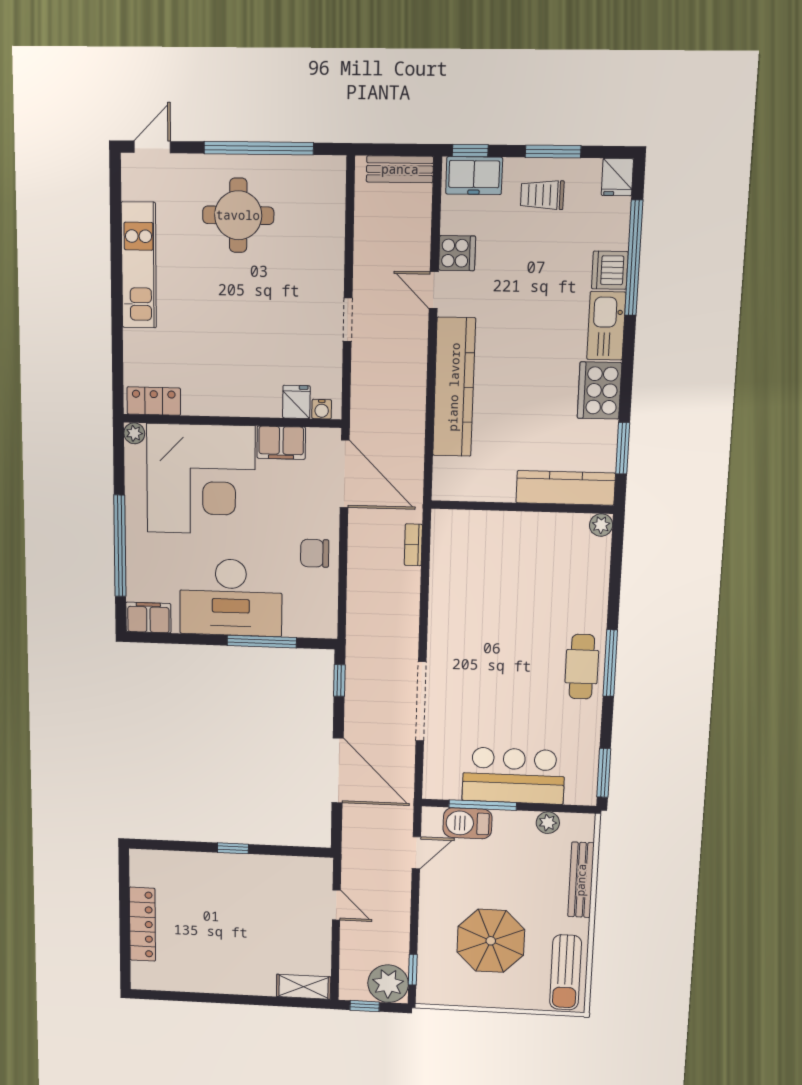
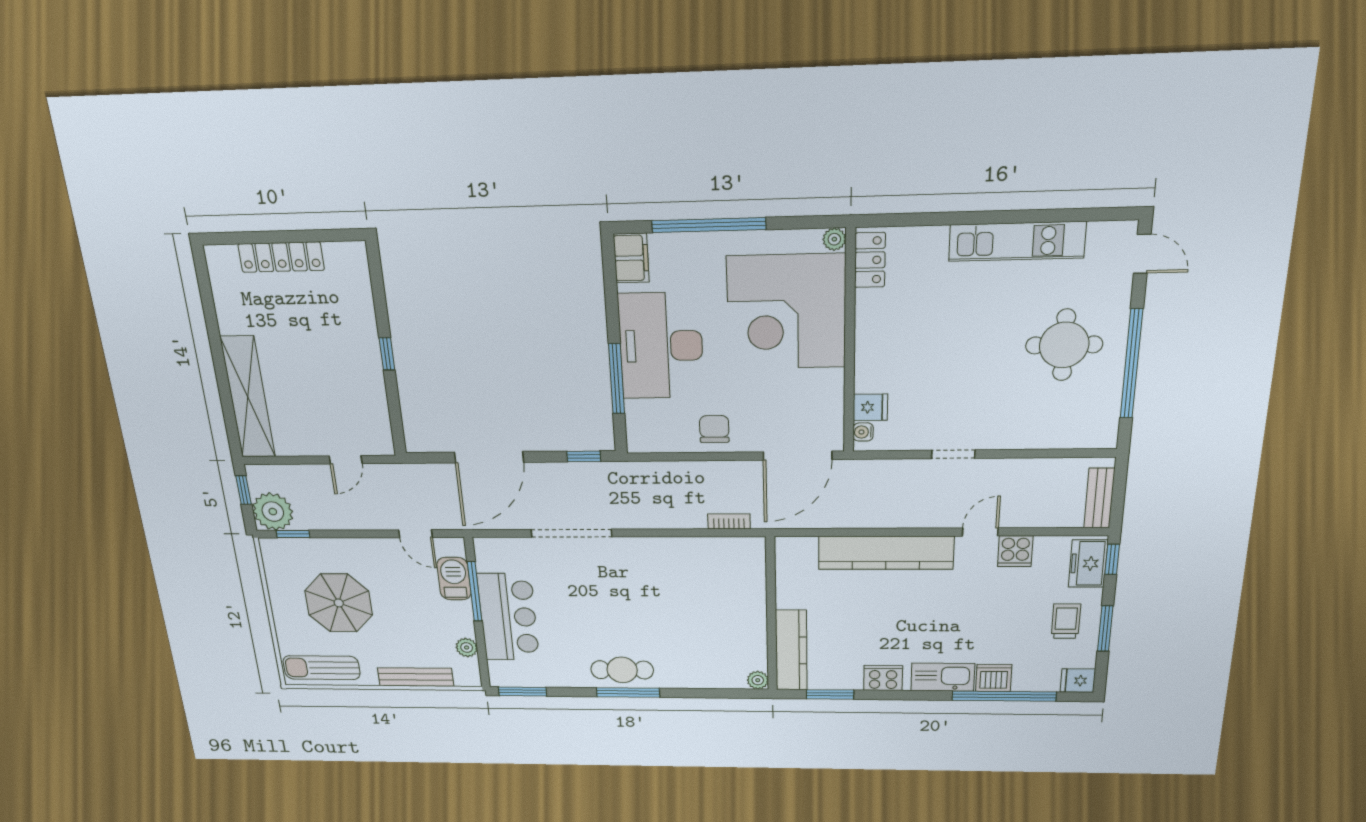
cooker: (599, 391) -> (883, 678), width x0.73, depth x0.76
filing cabinet: (281, 443) -> (828, 393), removed
shelving: (304, 987) -> (248, 397), width x2.20, depth x1.33

